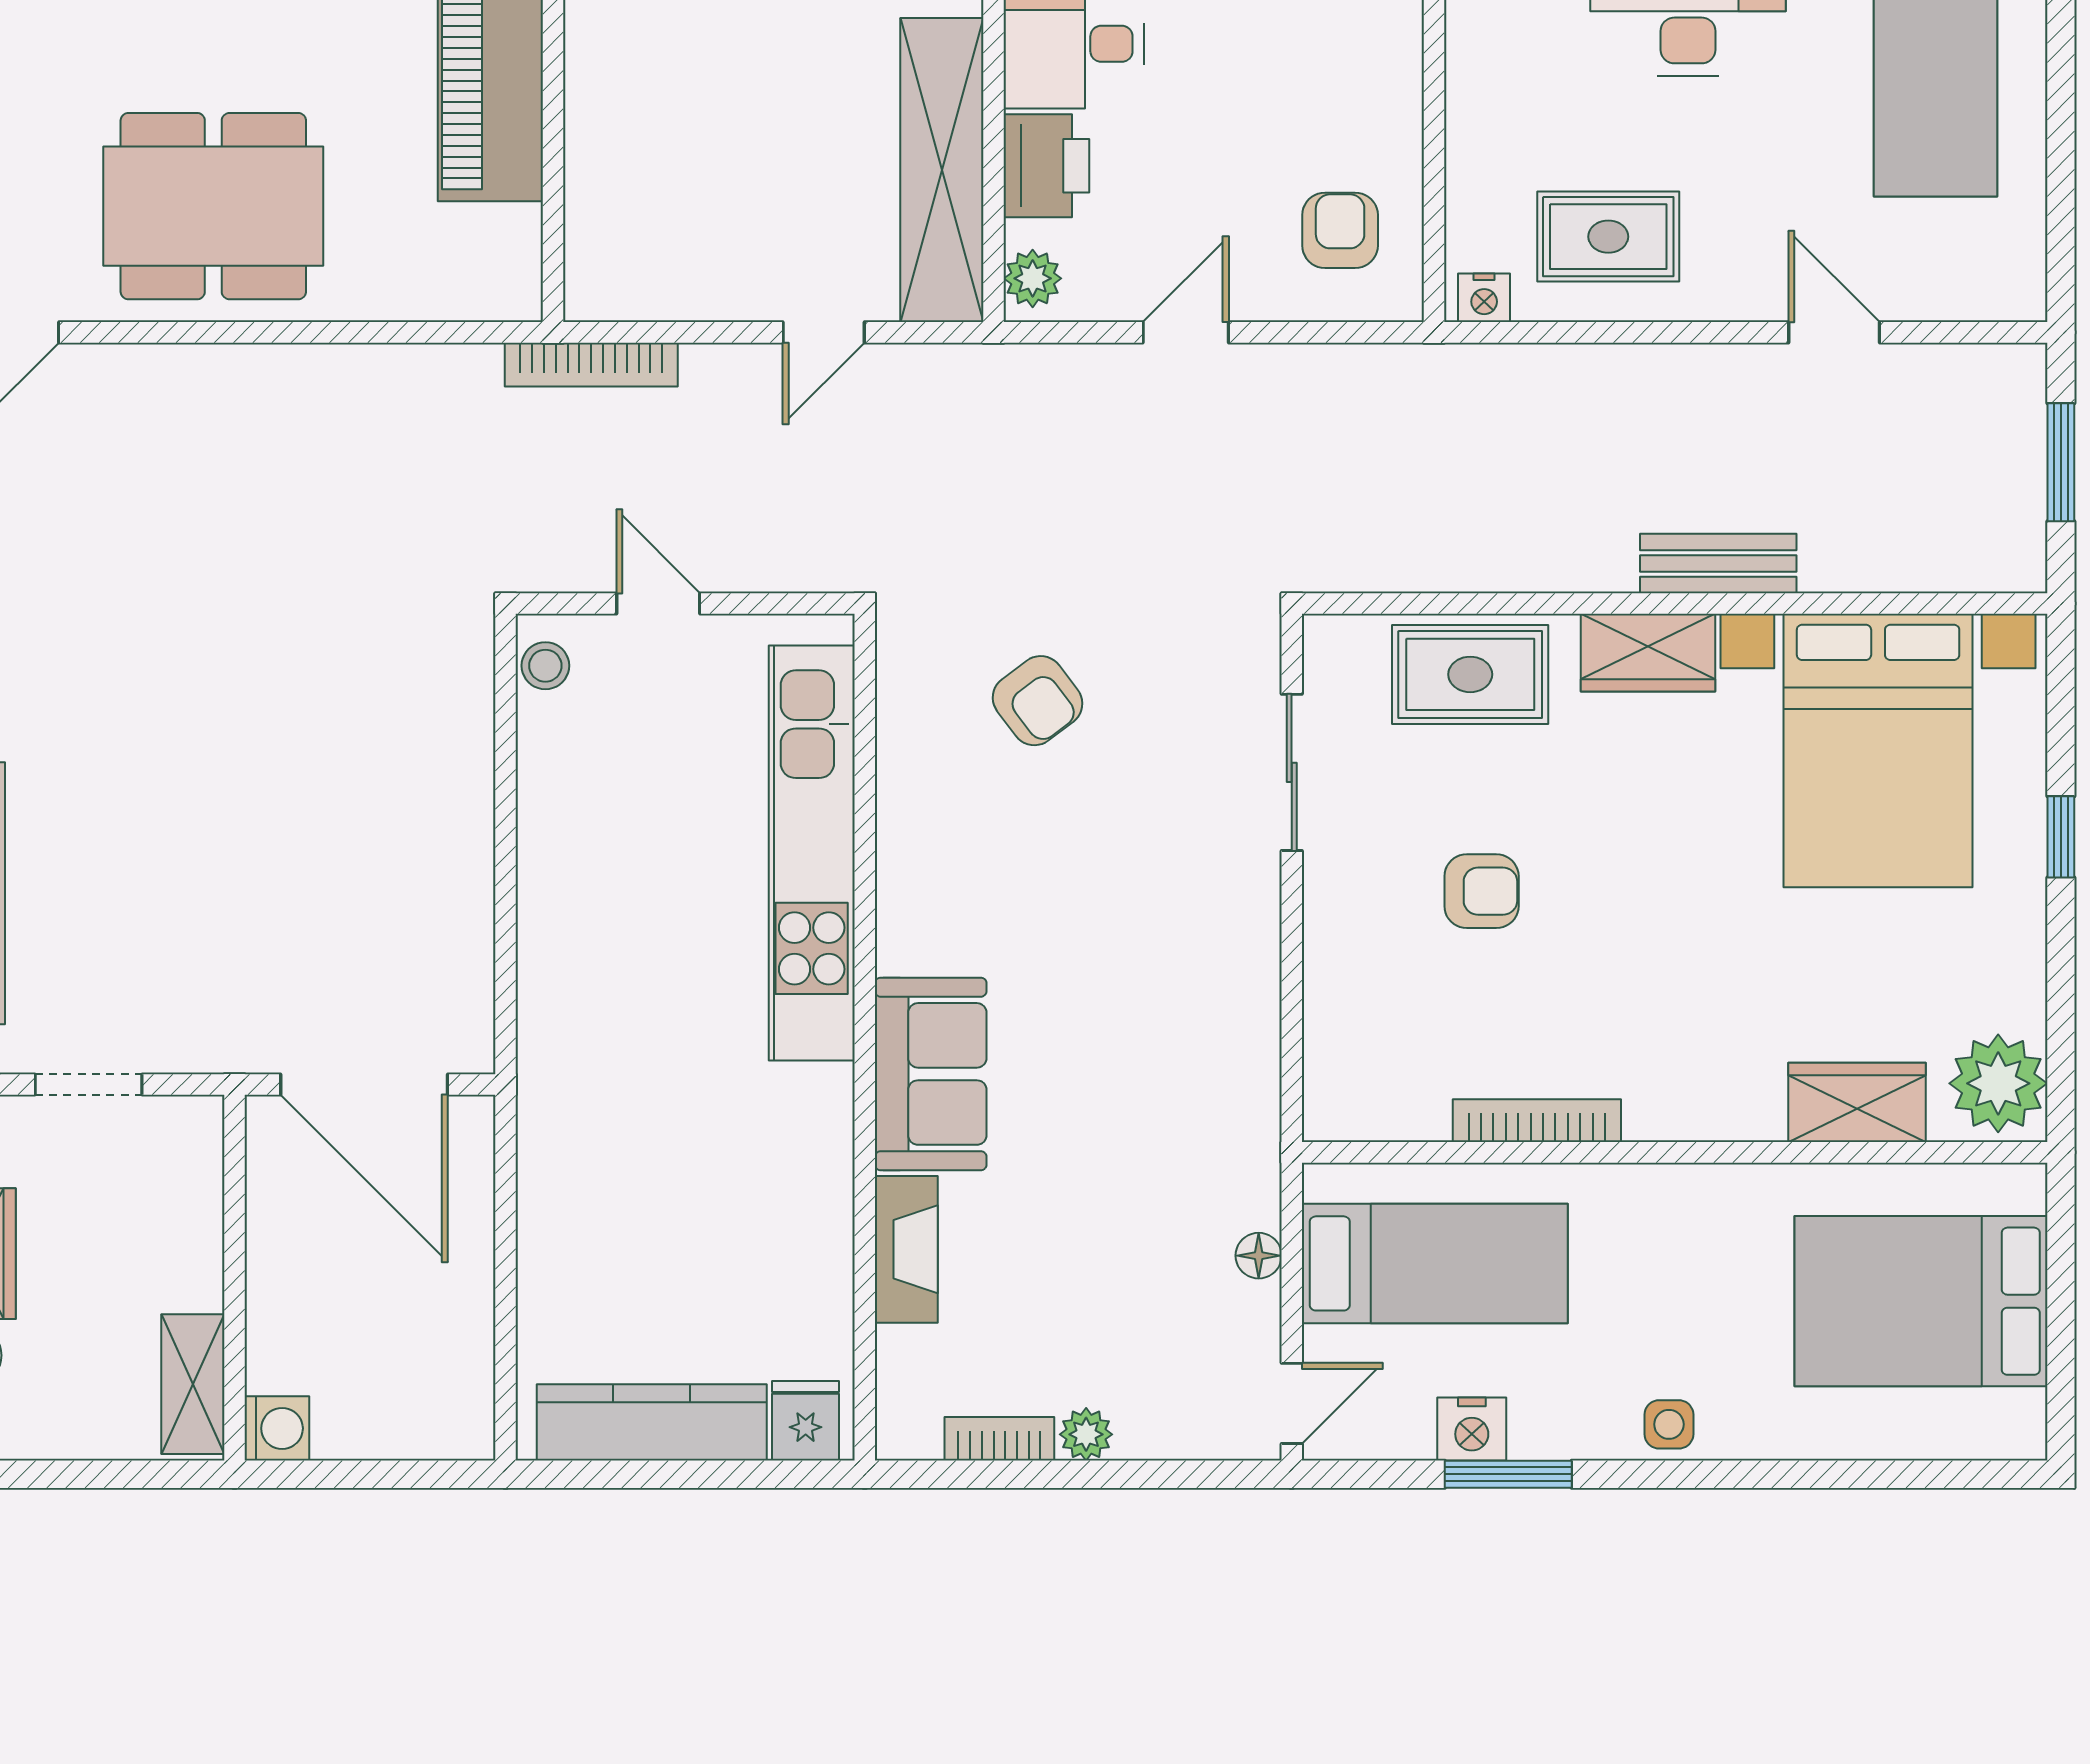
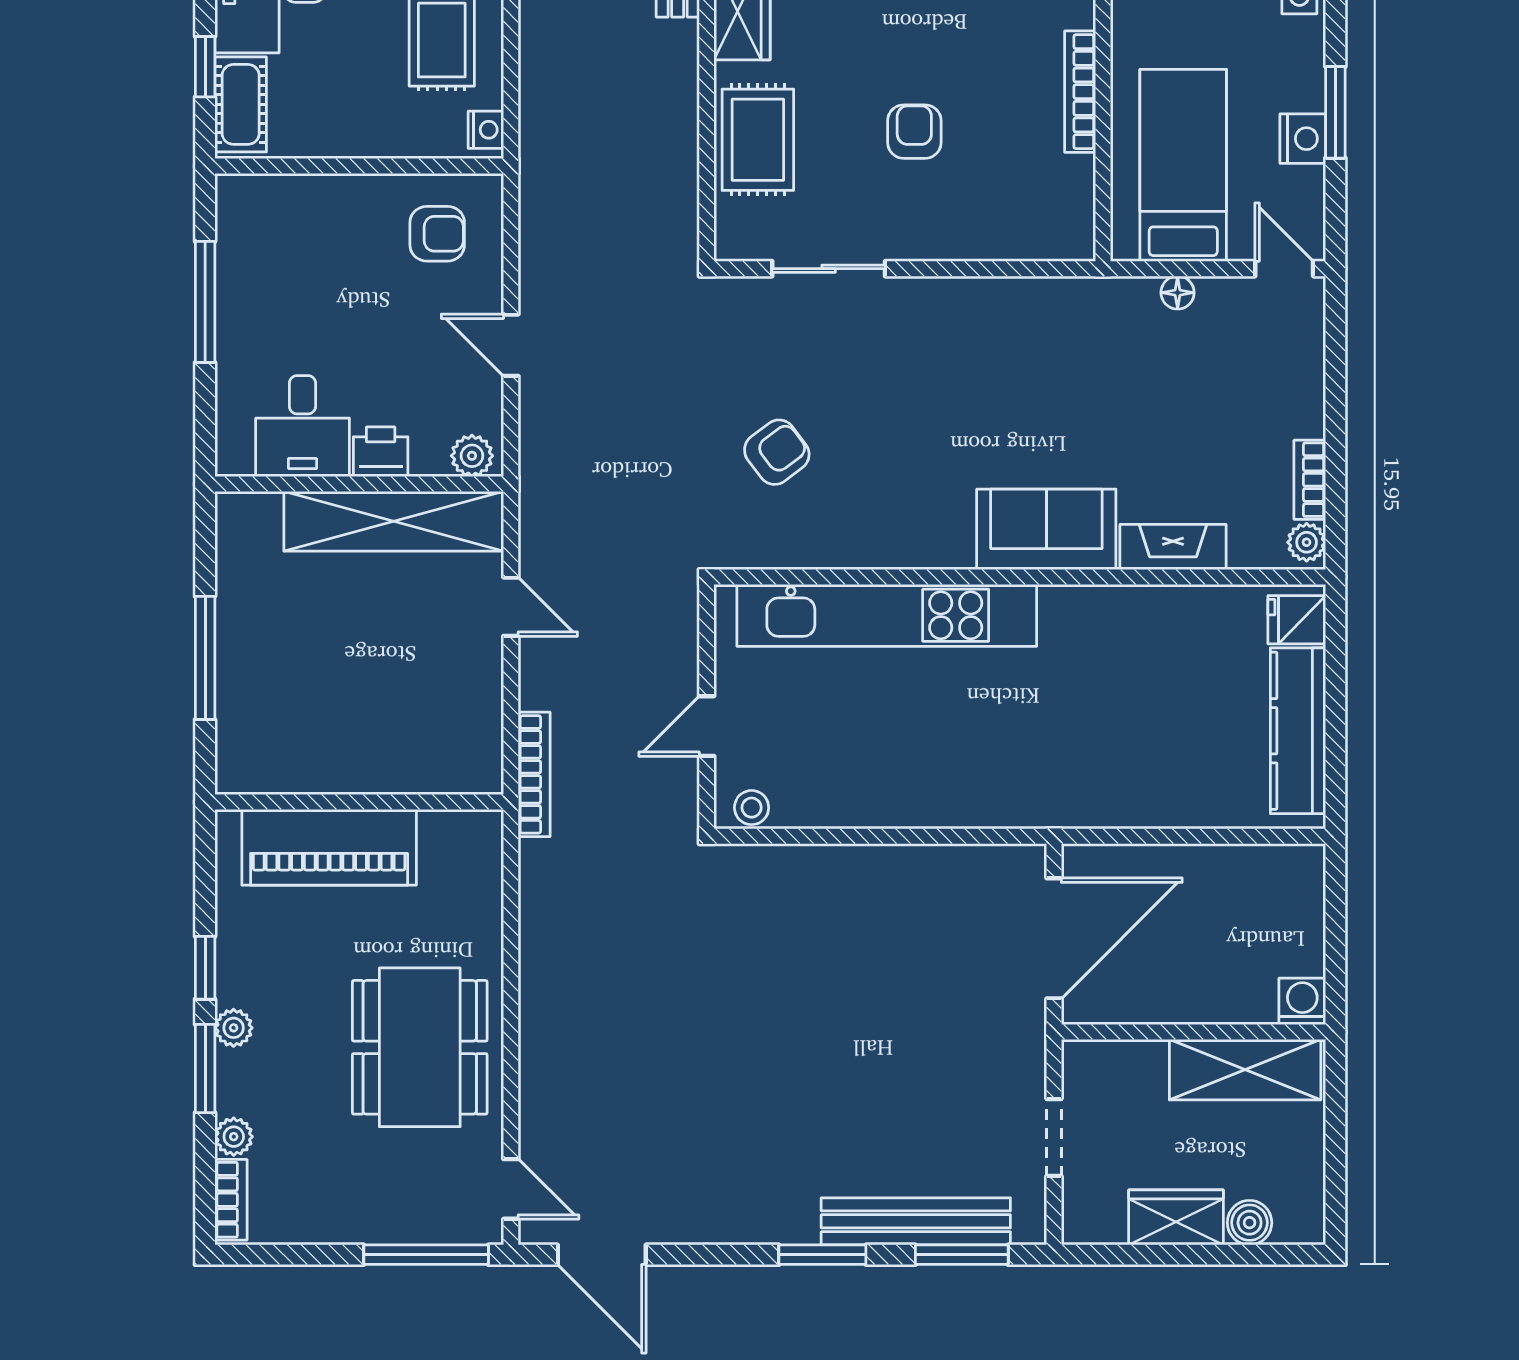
printer: (1046, 166) -> (381, 452), width x0.73, depth x0.81
armchair: (1340, 230) -> (437, 234), turned 180
shelving: (193, 1384) -> (1245, 1070), width x1.50, depth x1.33
plant: (1086, 1434) -> (1307, 542), moved

